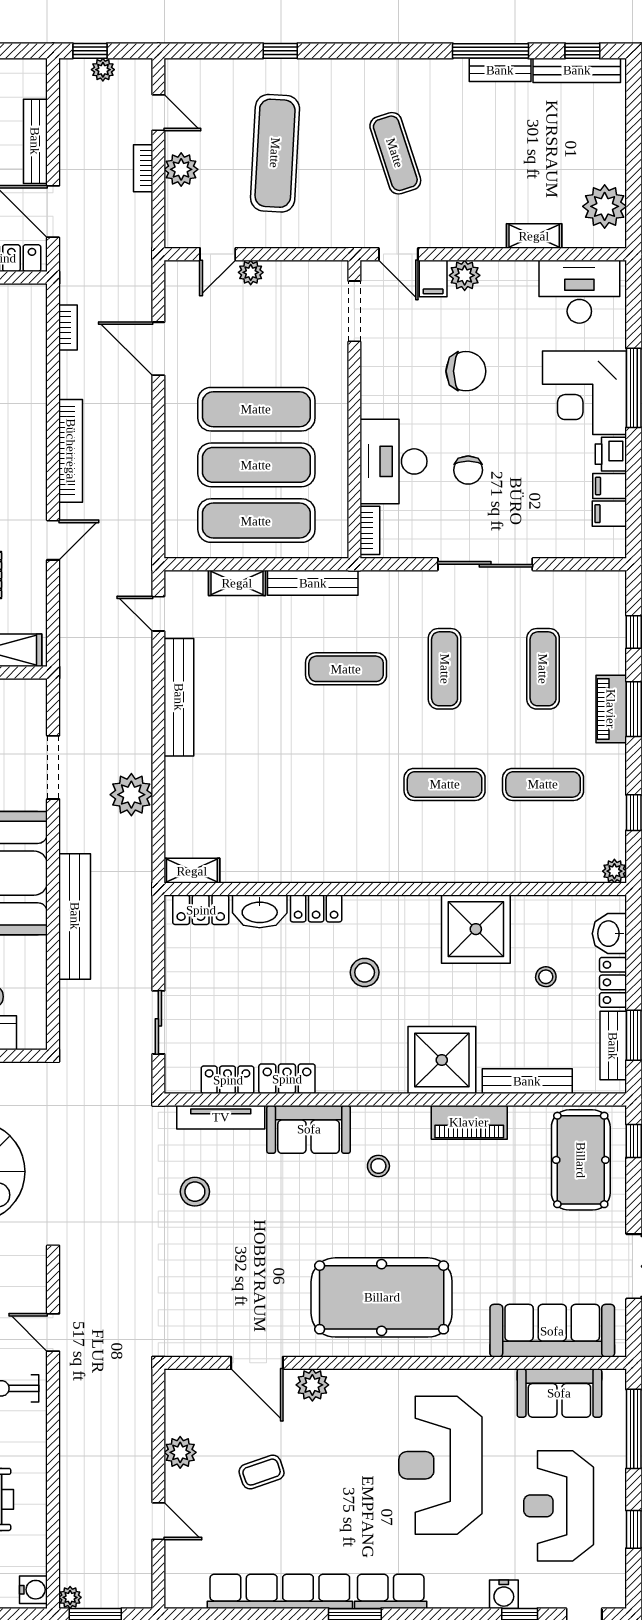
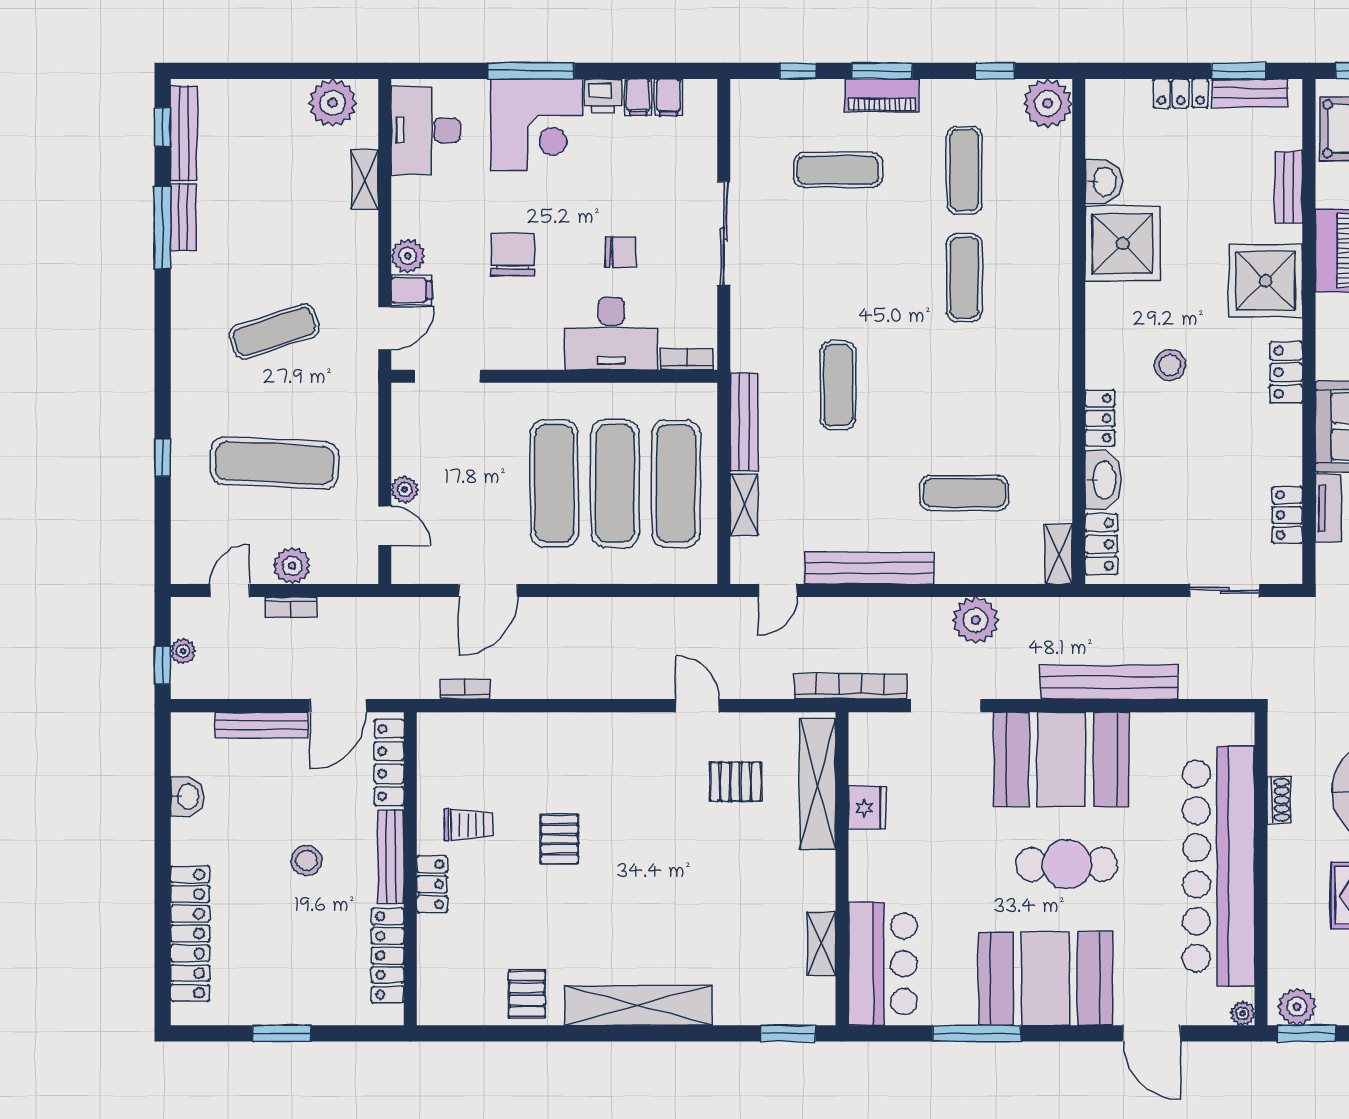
bookcase: (71, 451) -> (851, 686), moved
exercise mat: (445, 669) -> (964, 493), moved
plant: (614, 871) -> (1048, 103), width x1.88, depth x1.88
washbasin: (609, 934) -> (1104, 182), moved, turned -90
stool: (546, 977) -> (1175, 167), removed
locker: (287, 1079) -> (1286, 372), moved
bench: (527, 1081) -> (1289, 187), width x0.73
tv unit: (221, 1117) -> (1328, 508), width x0.71

